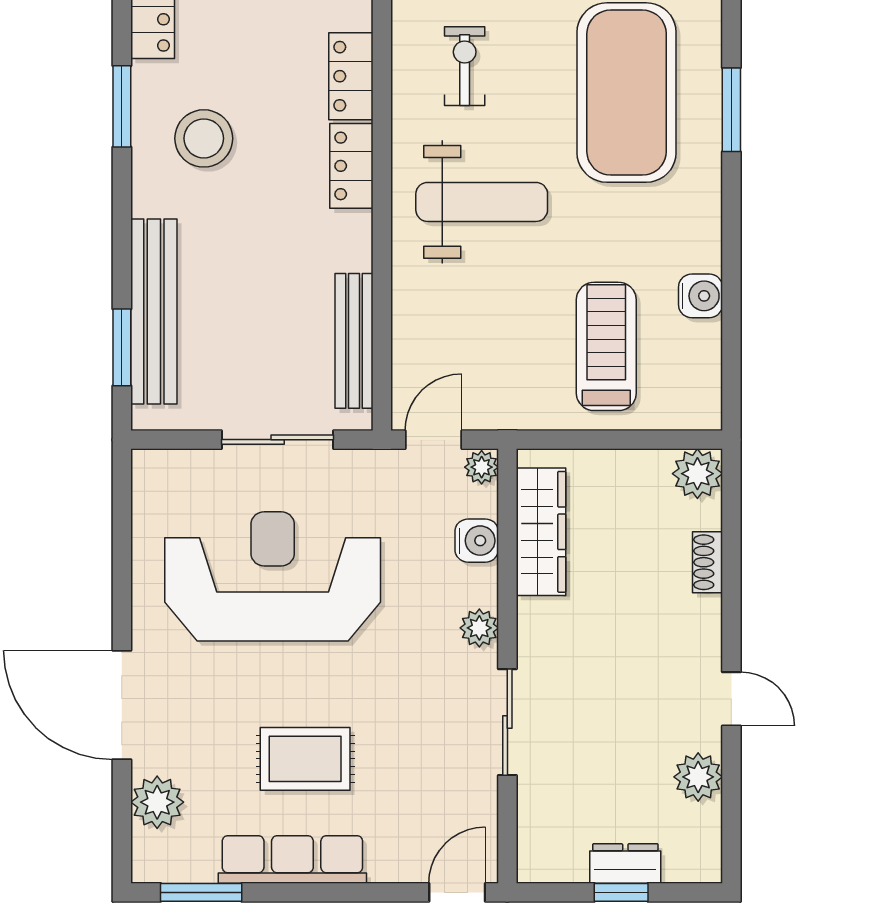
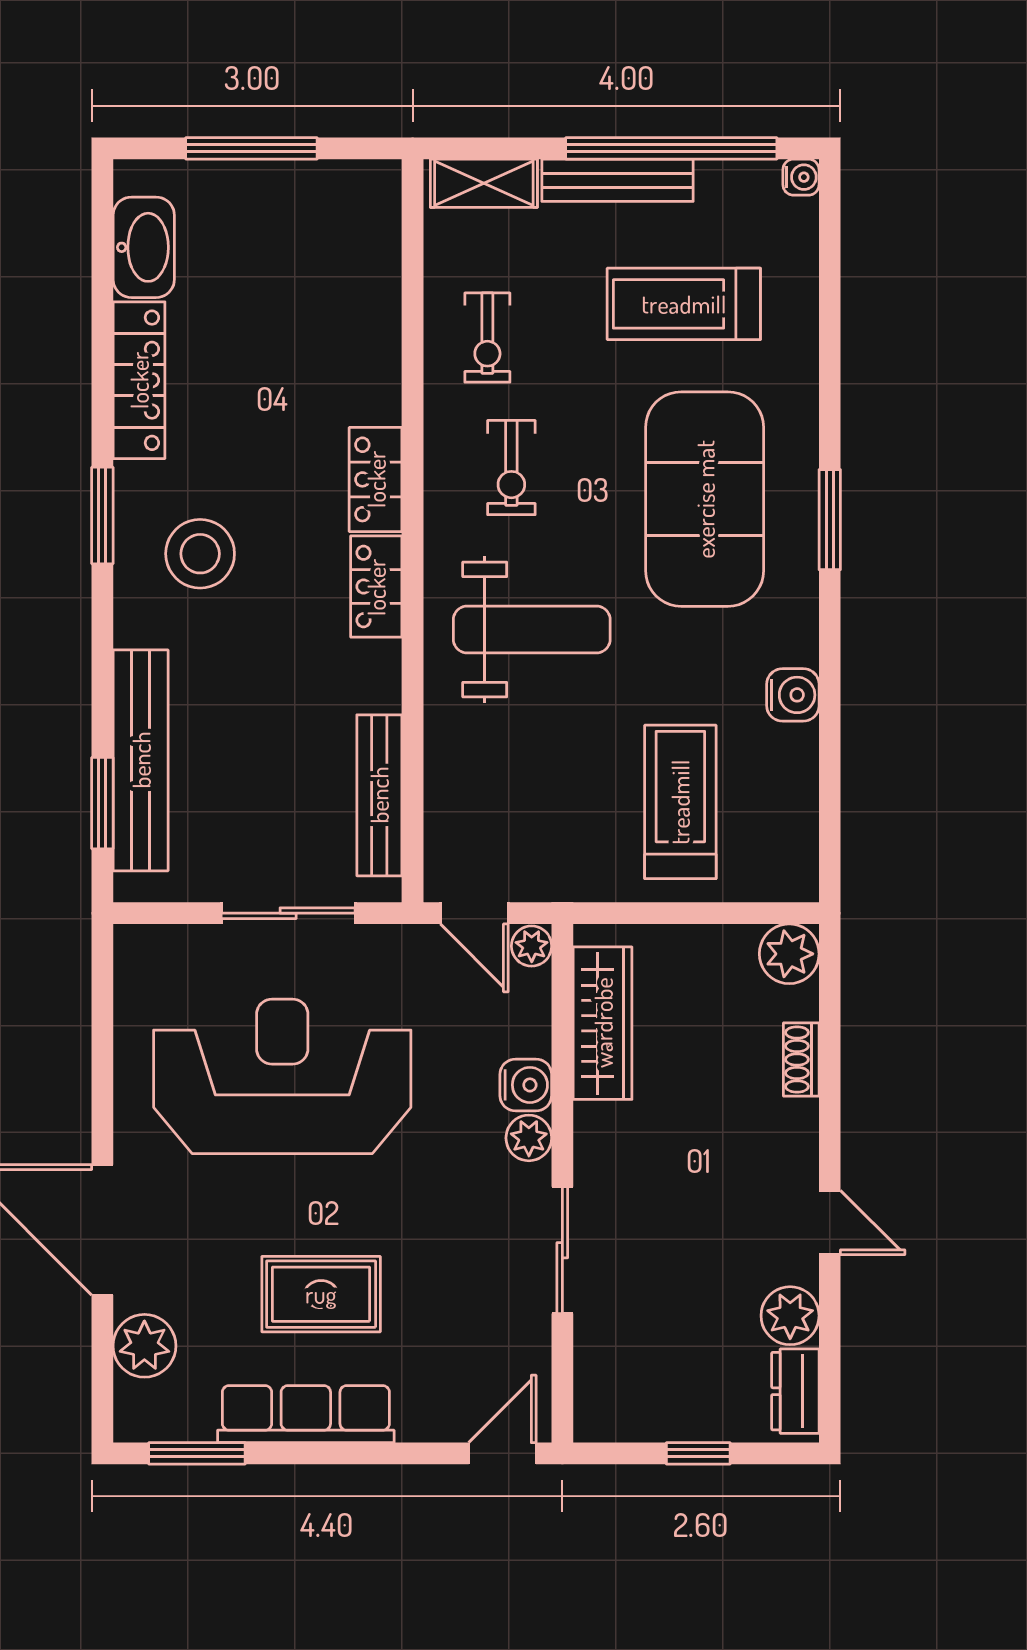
exercise bike: (465, 66) -> (511, 468), turned 180
water cooler: (701, 296) -> (793, 695), moved
door: (434, 440) -> (474, 913), swing flipped
water cooler: (477, 541) -> (526, 1085), moved
dresser: (625, 864) -> (795, 1391), moved, turned -90

